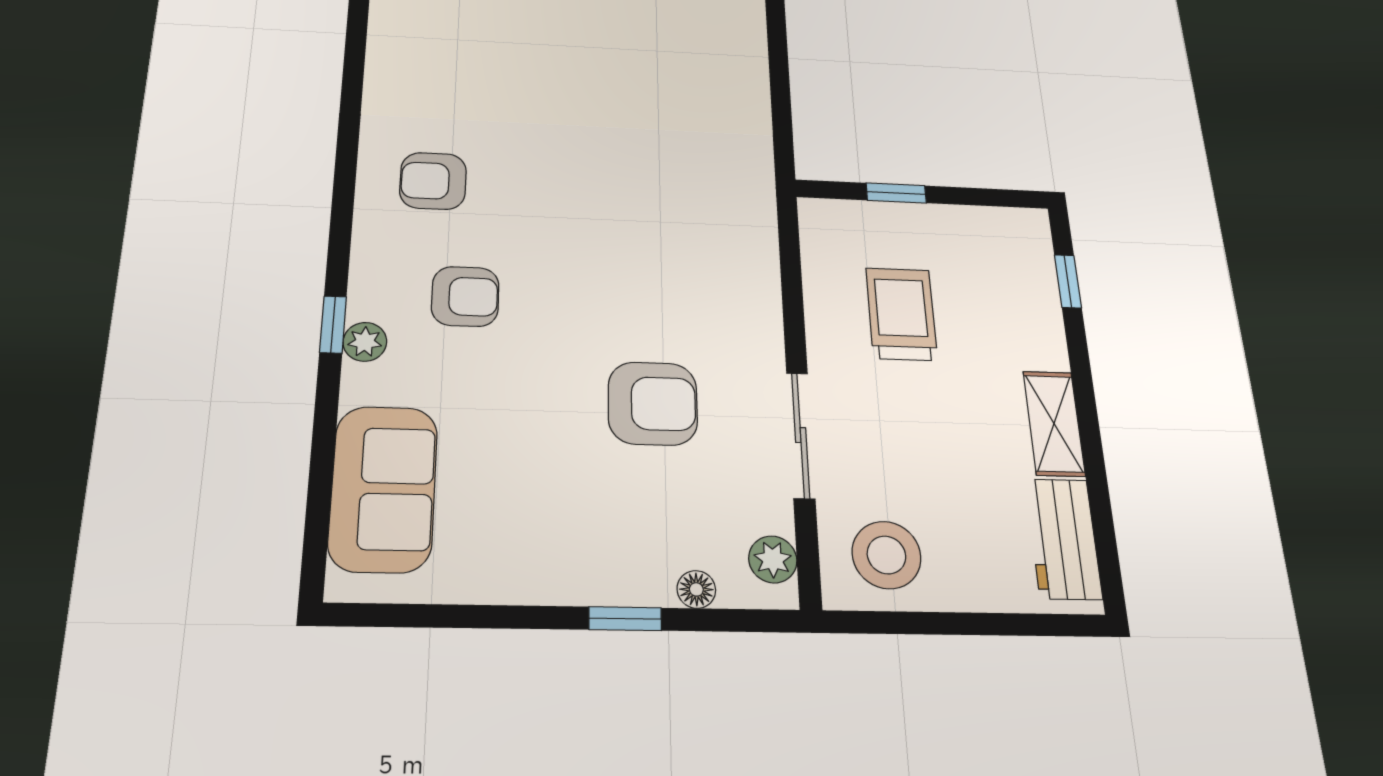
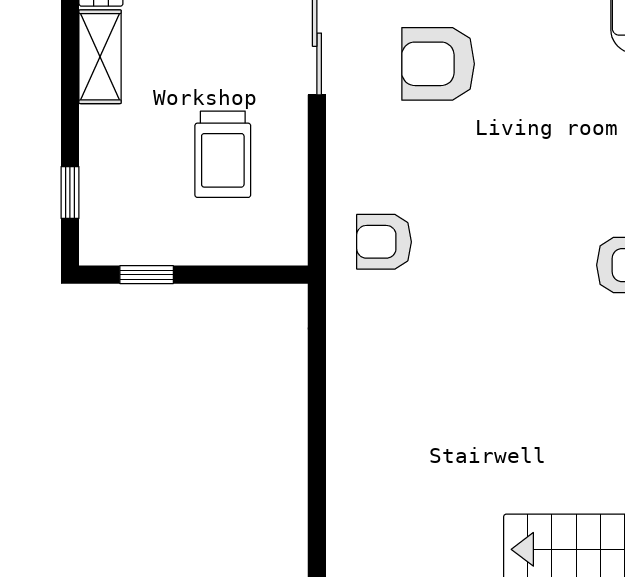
window: (896, 193) -> (147, 275), moved
armchair: (465, 296) -> (384, 242), moved

